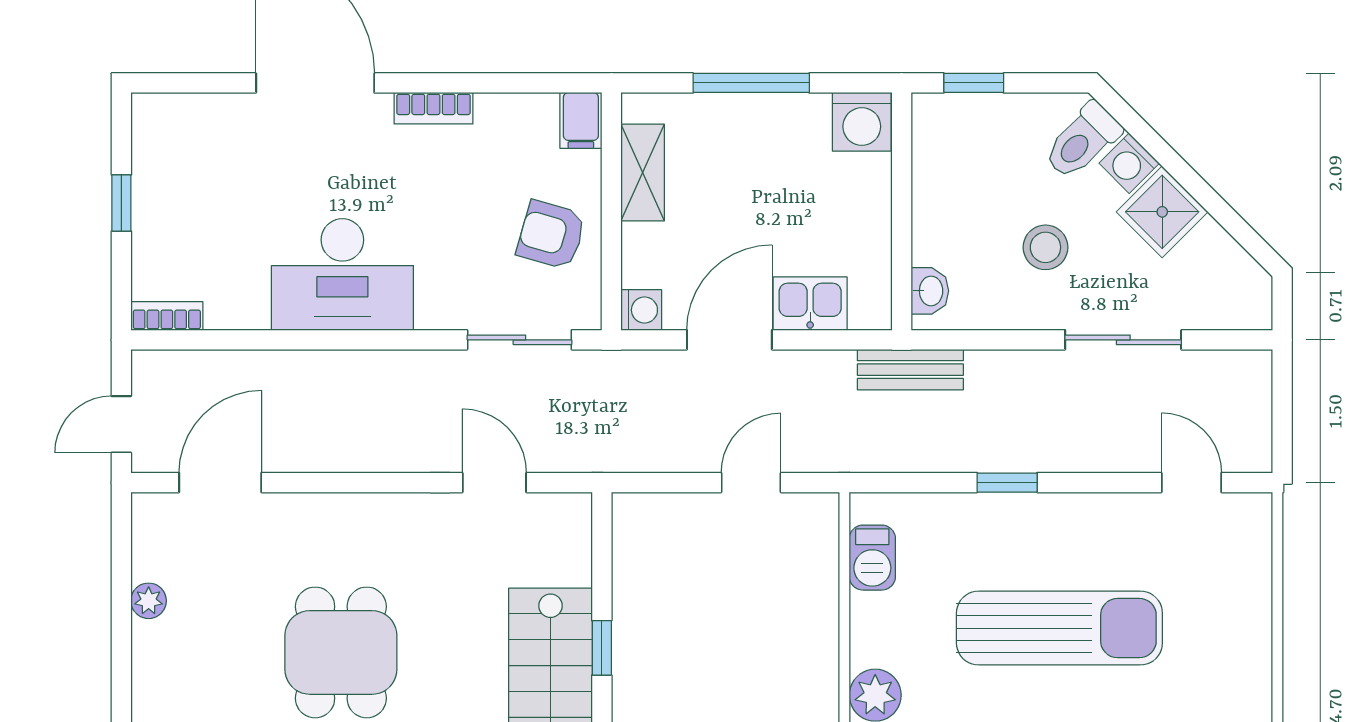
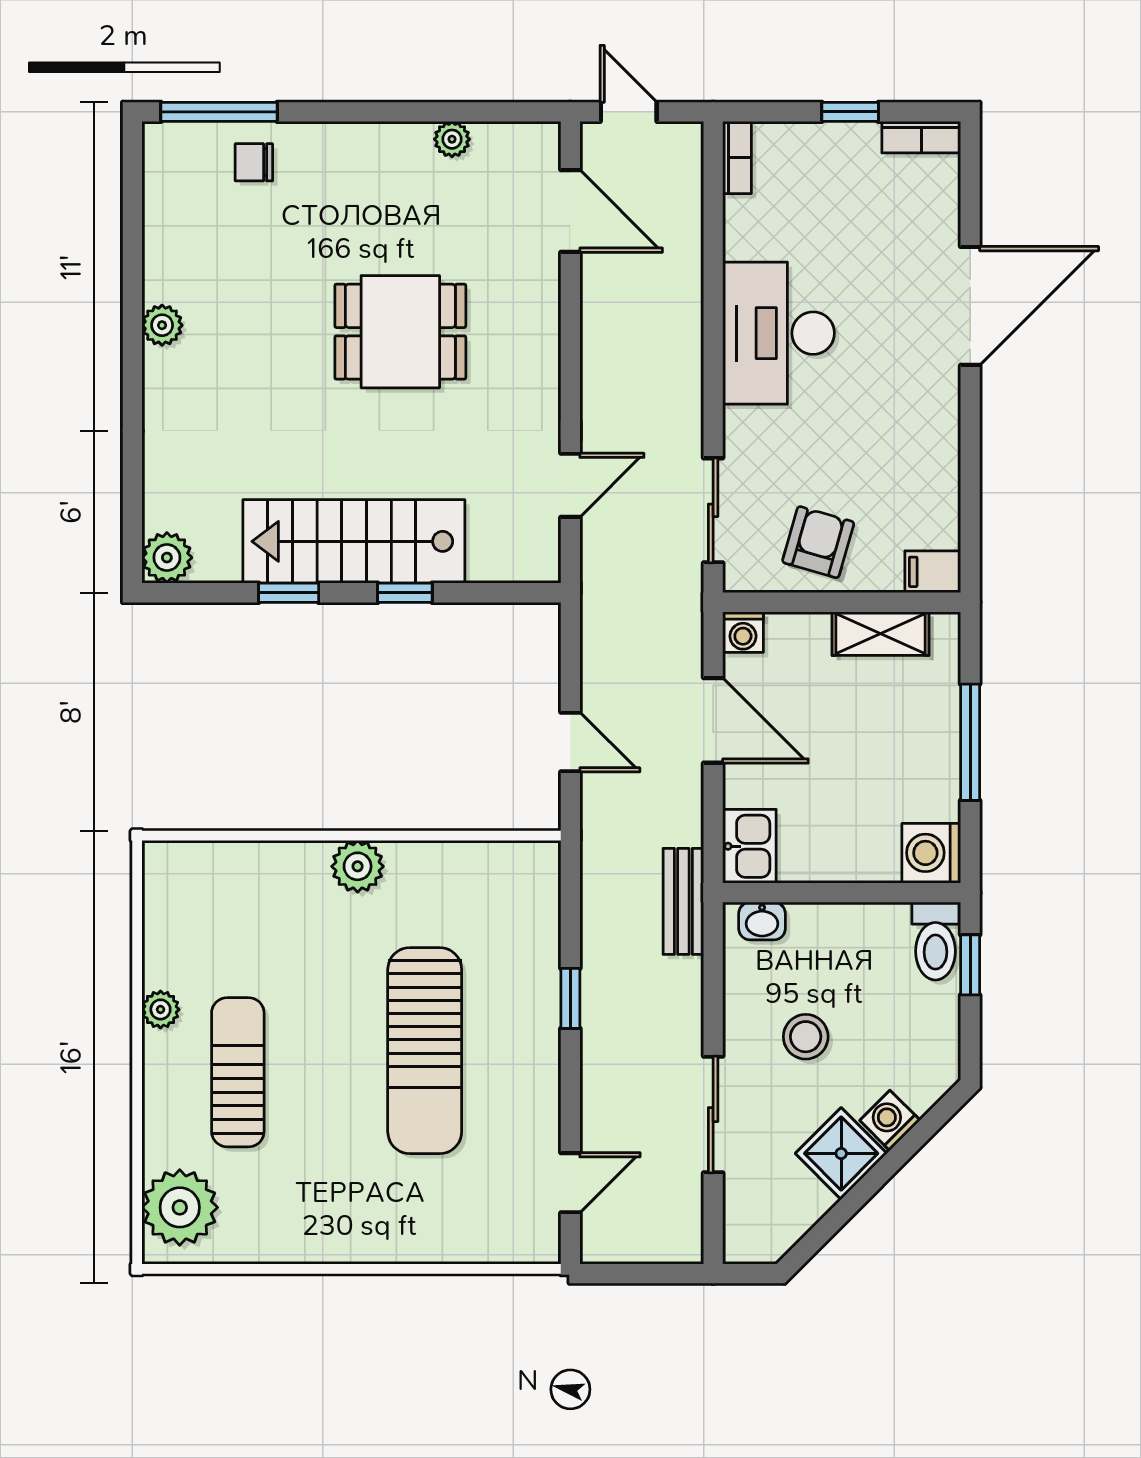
bookcase: (433, 108) -> (921, 137), moved, turned -90
toilet: (1082, 141) -> (935, 941), moved, turned -135
kitchen sink: (810, 304) -> (749, 846), moved
barbecue: (872, 558) -> (495, 863), removed

